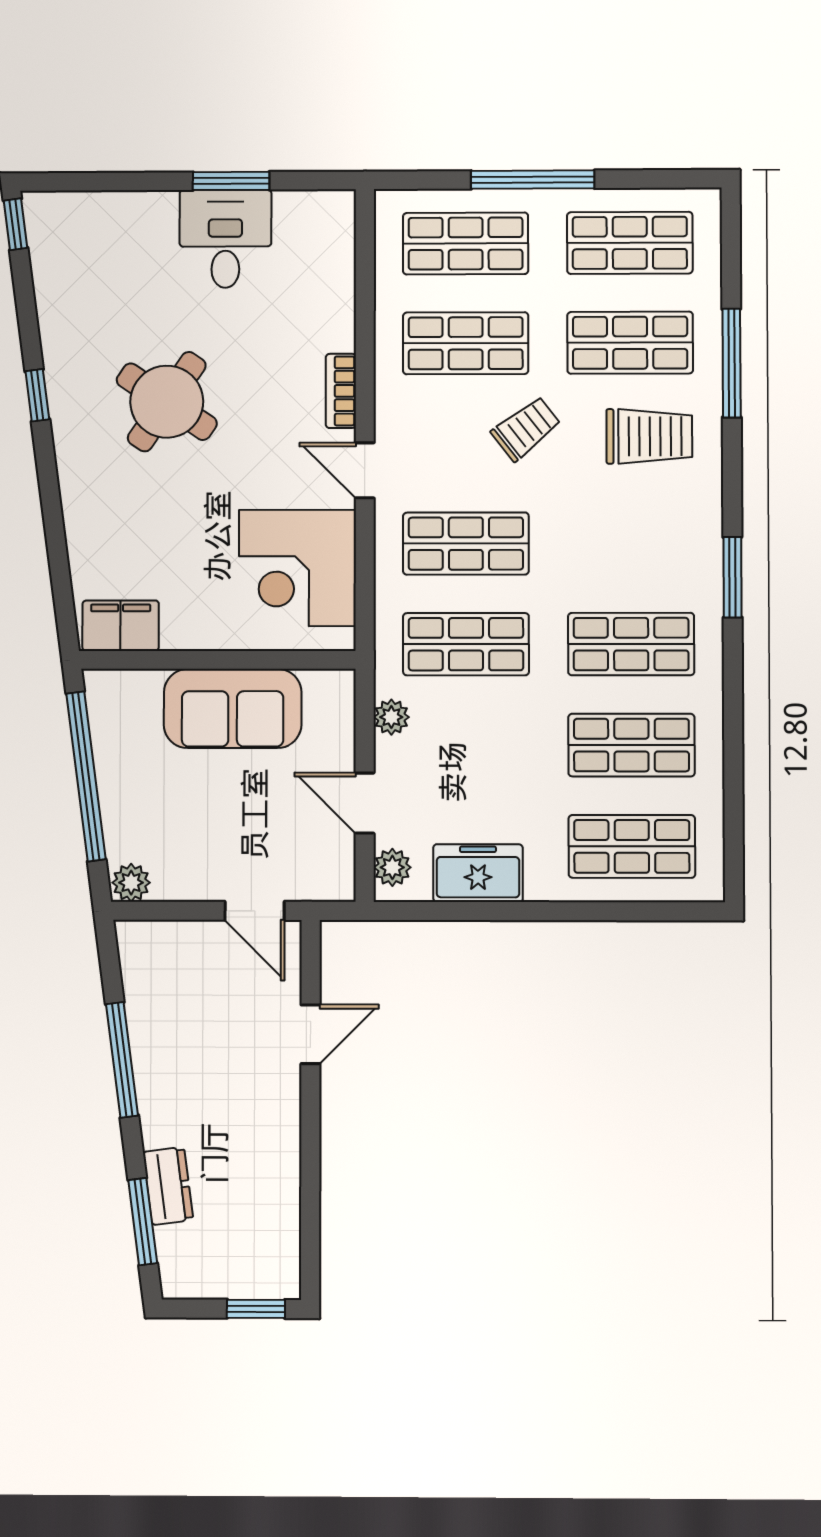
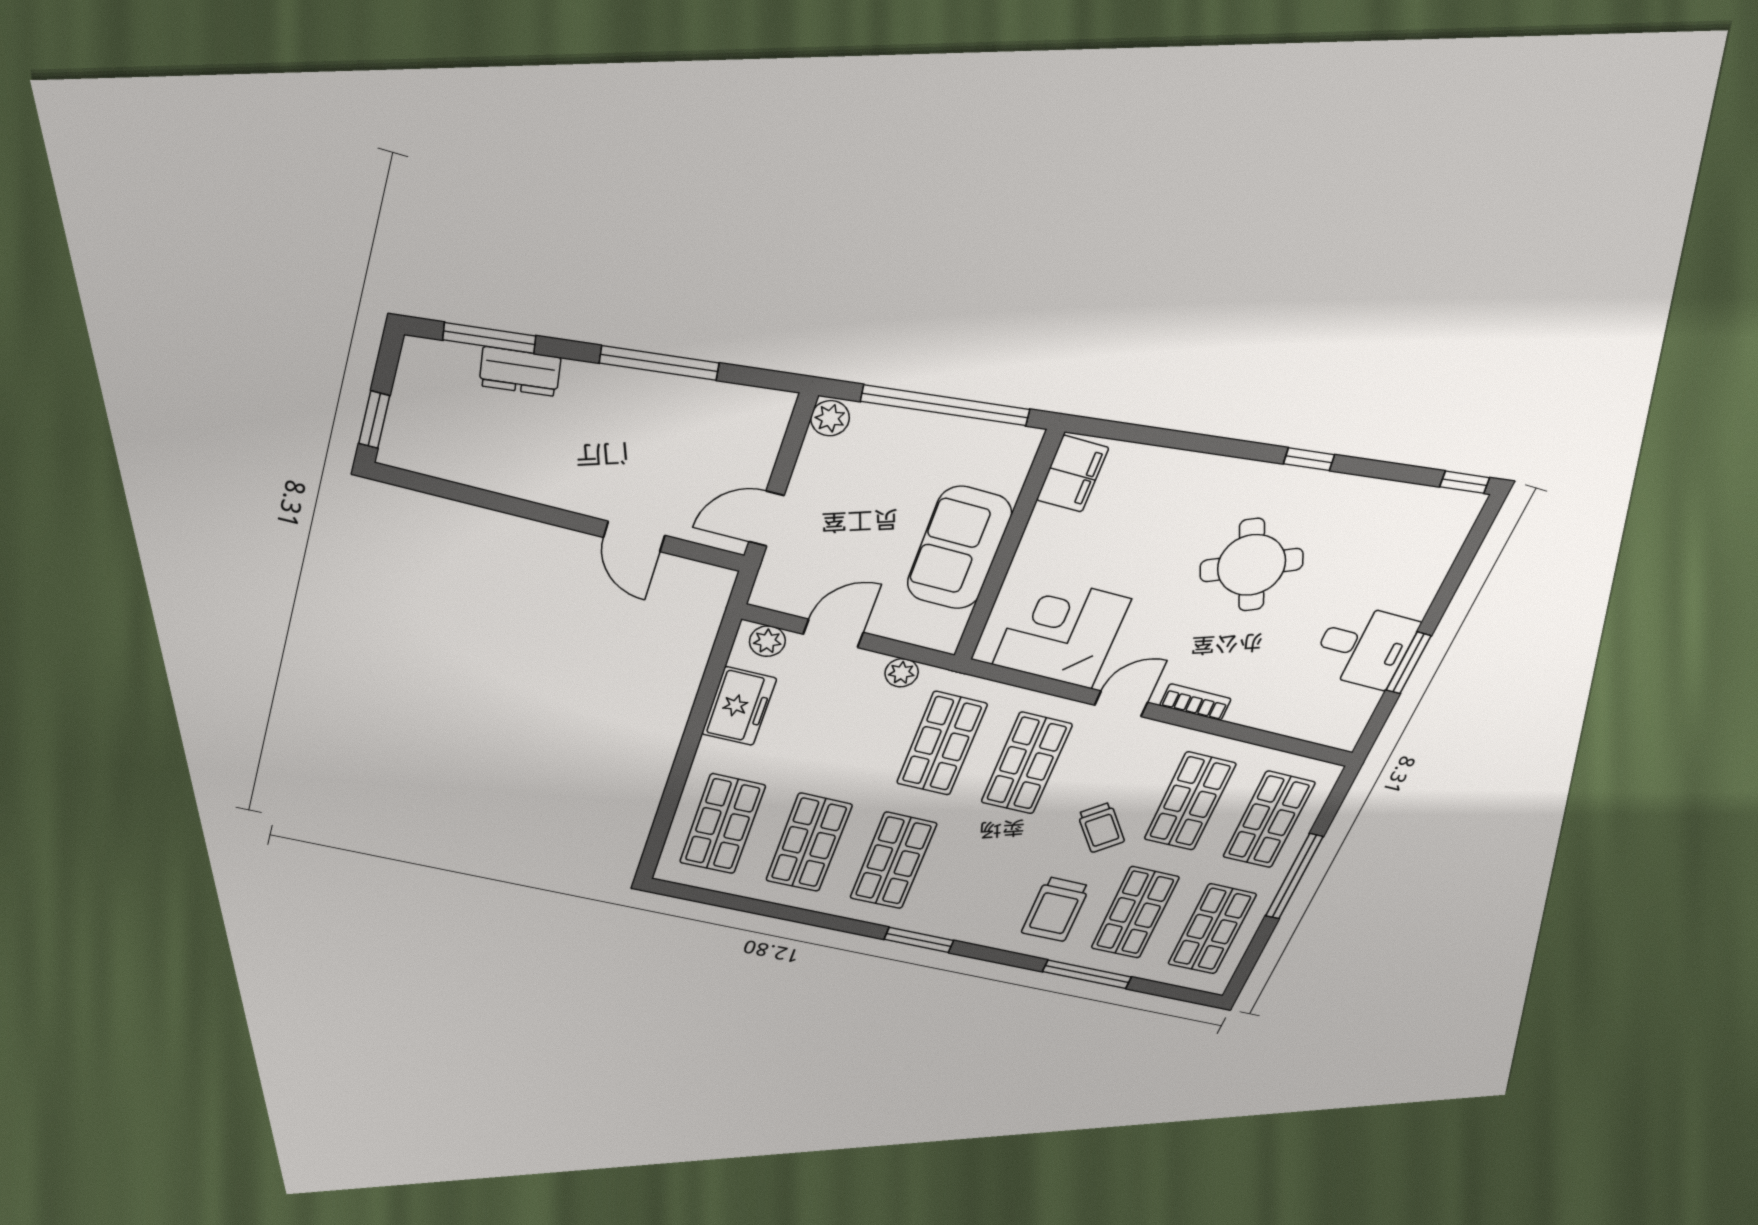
round table: (167, 402) -> (1252, 565), turned 32

